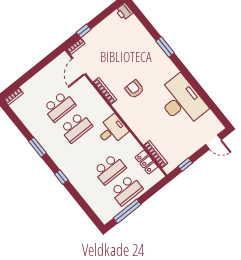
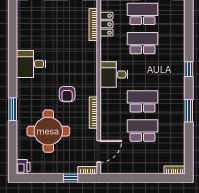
round table: (127, 52) -> (48, 131), added
desk: (181, 101) -> (31, 64), width x0.53, depth x0.77

